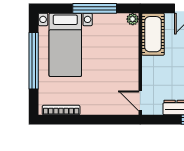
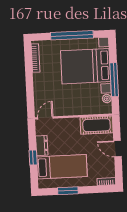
plant: (133, 19) -> (107, 99), moved
bed with nightstands: (65, 45) -> (86, 66), width x1.36

